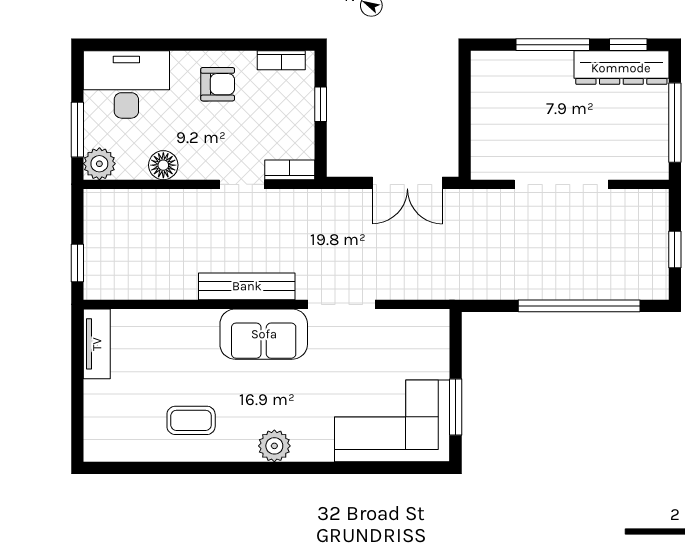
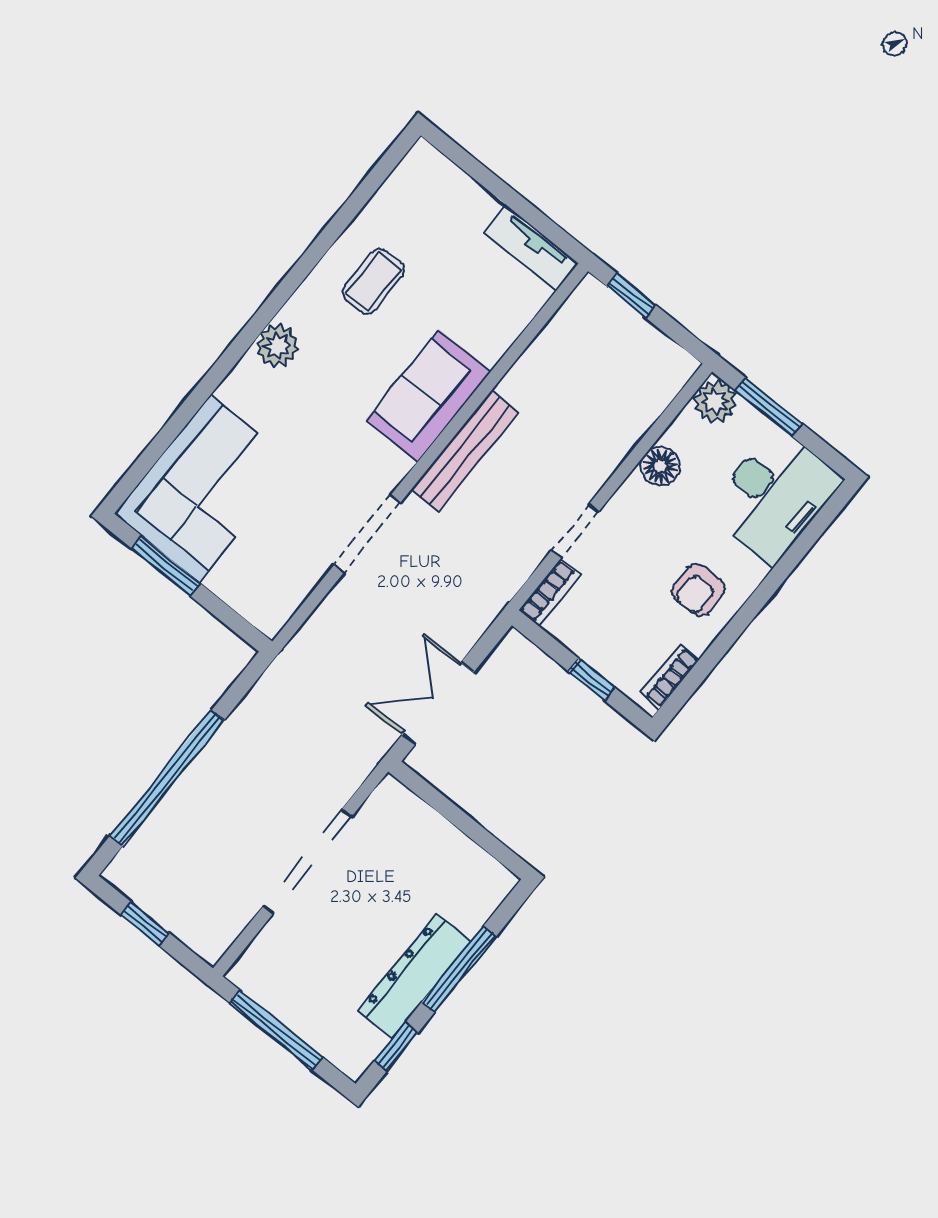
dresser: (621, 68) -> (414, 976), moved
sofa: (264, 334) -> (428, 396), moved

